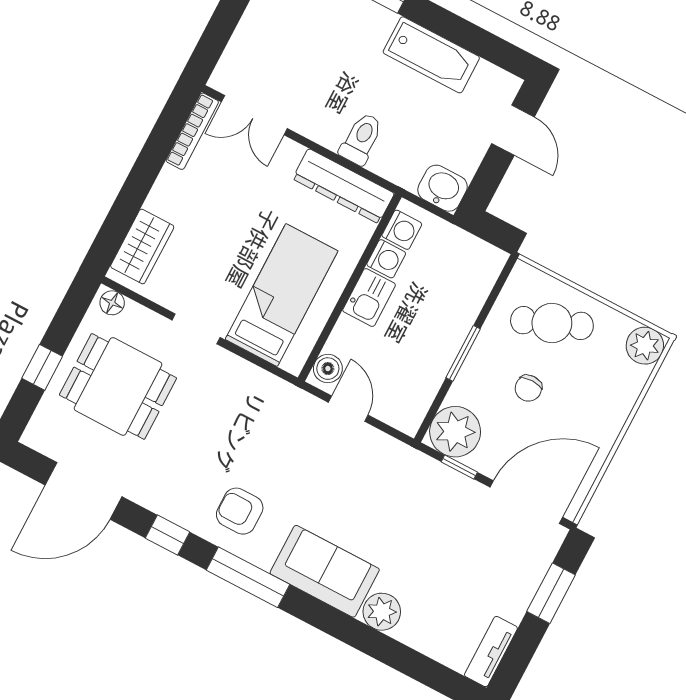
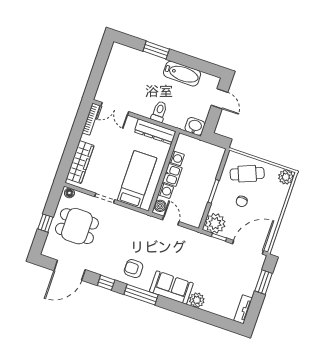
washing machine: (402, 230) -> (166, 191), moved
wardrobe: (142, 247) -> (80, 162), width x1.50

